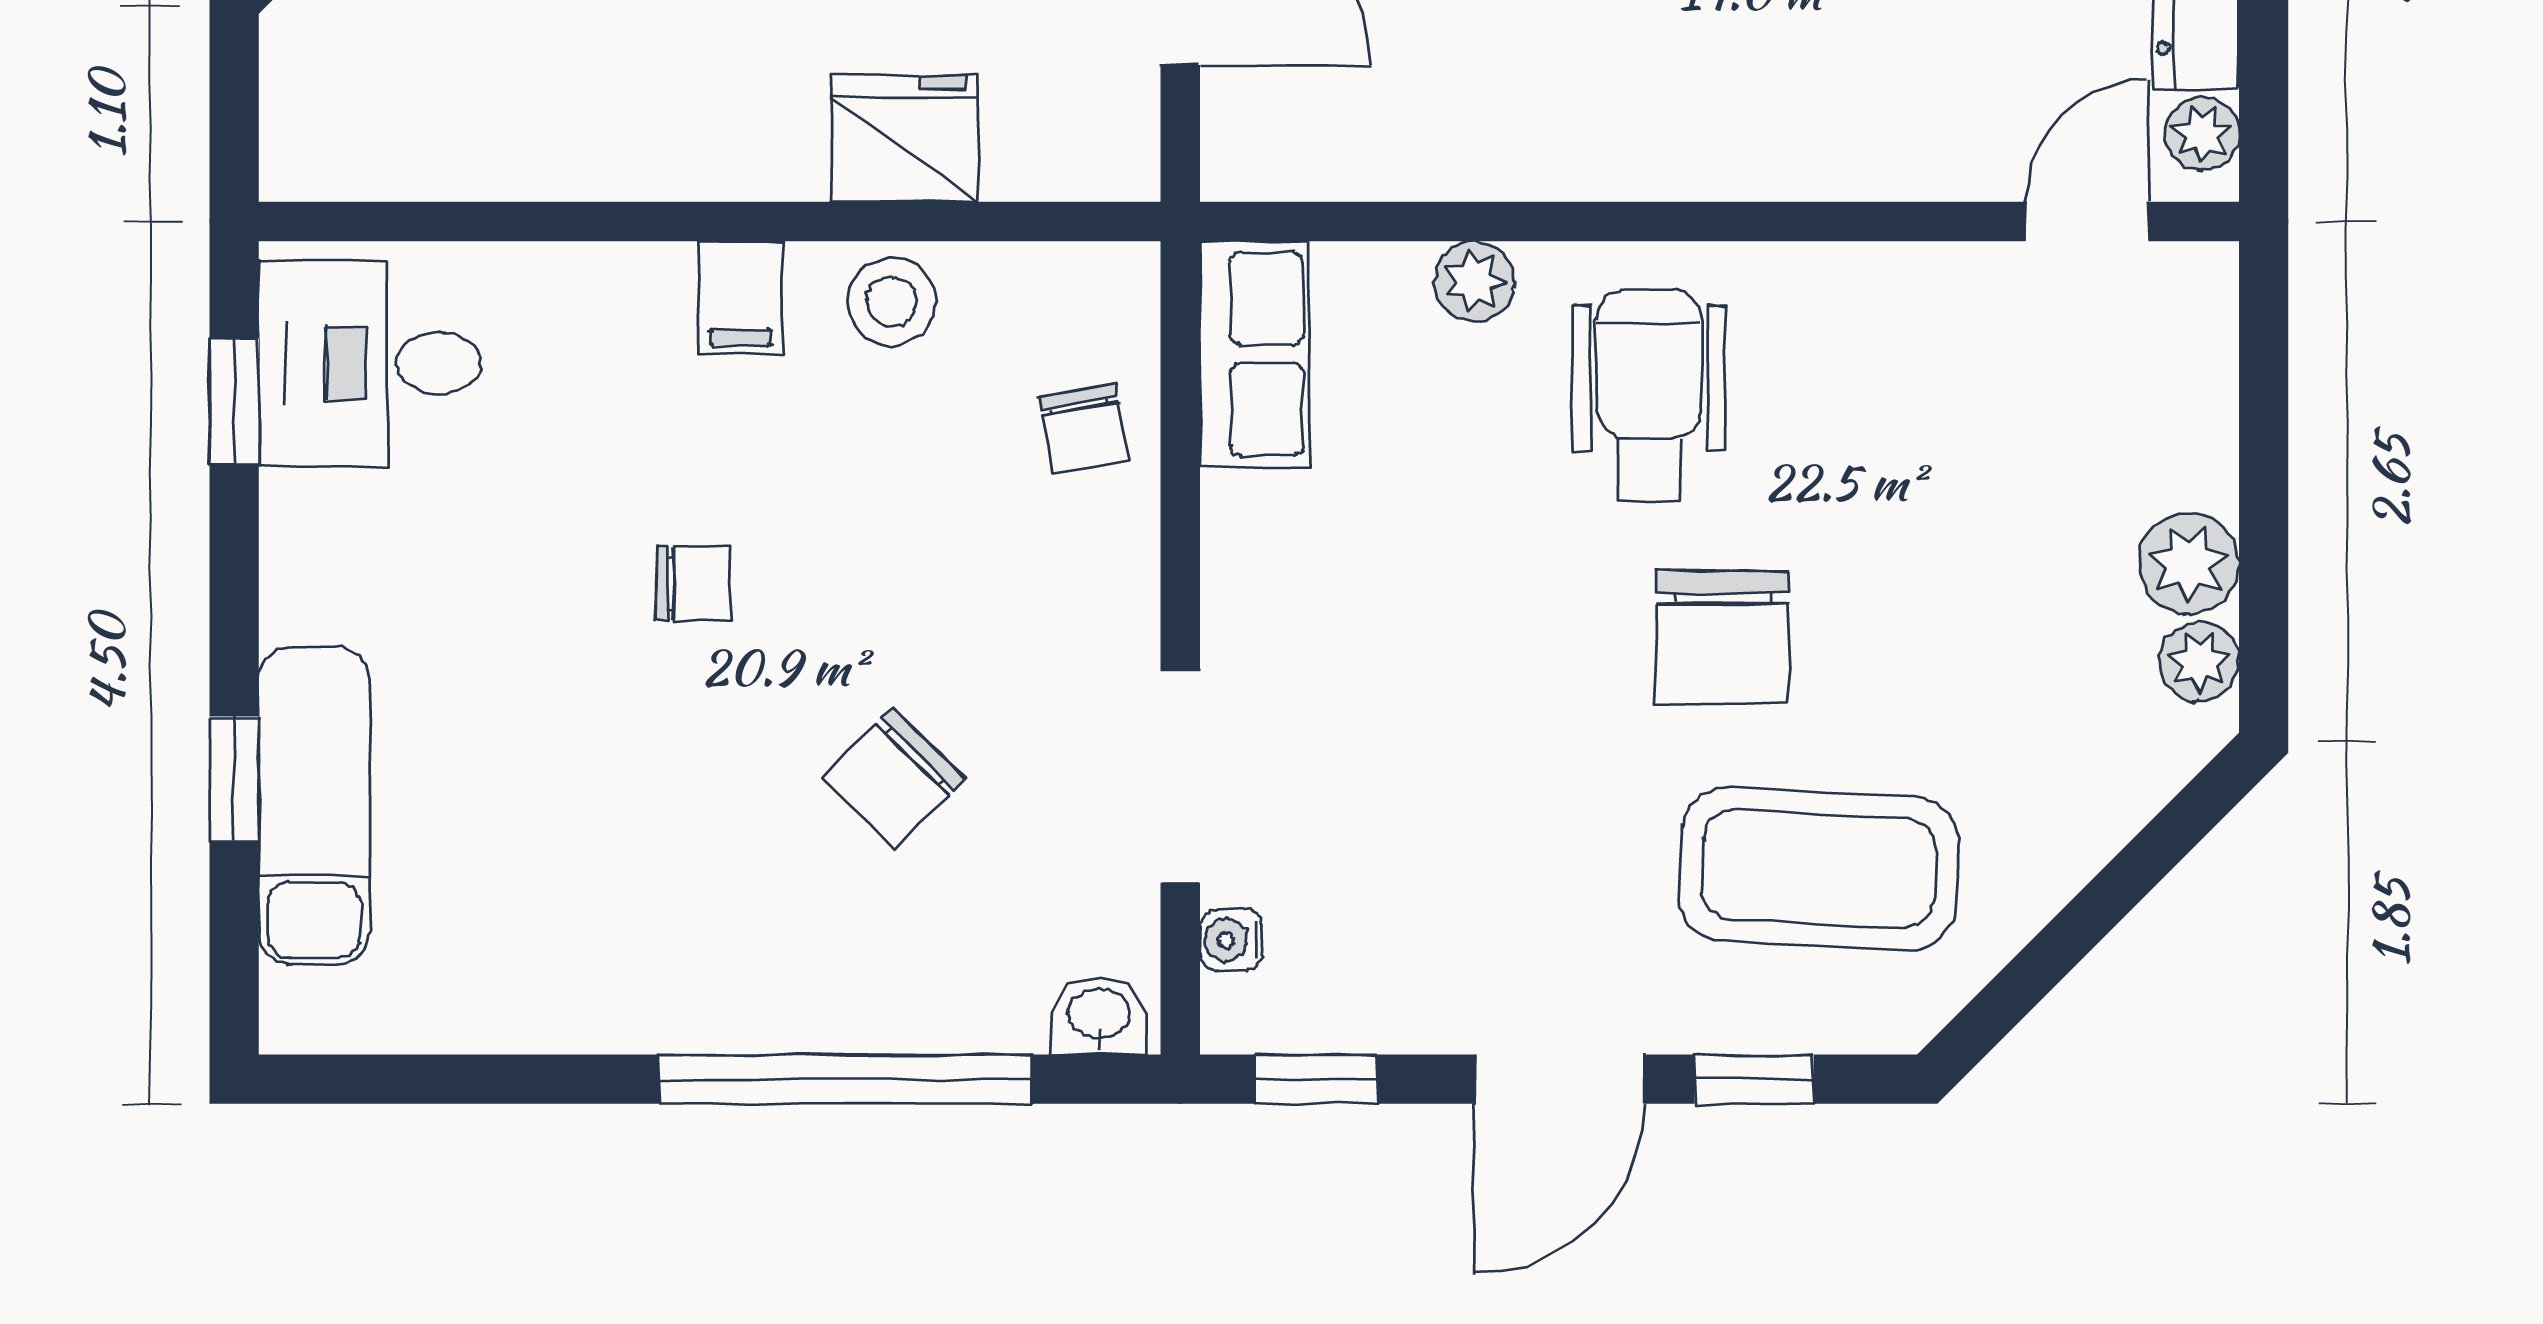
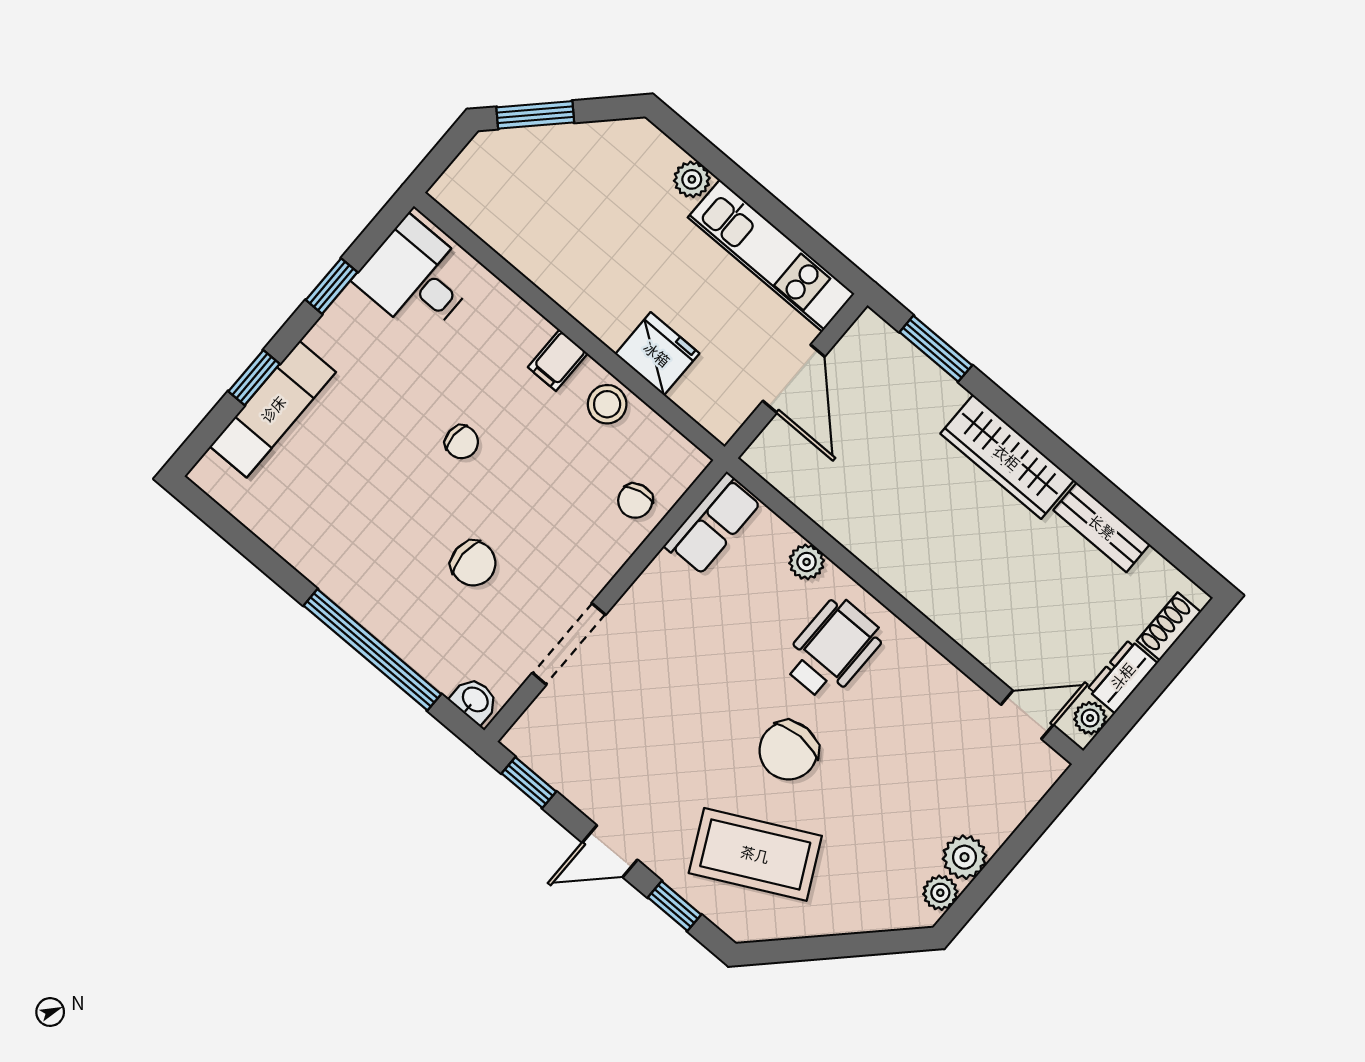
window: (234, 401) -> (332, 286), moved
chair: (893, 778) -> (473, 563), turned -135
coffee table: (1819, 869) -> (755, 854), turned -30
water cooler: (1231, 940) -> (540, 712), removed
door: (1559, 1079) -> (610, 851), width x0.73

